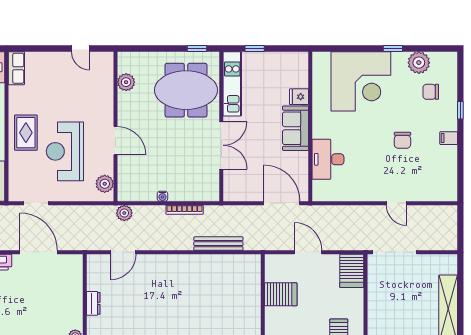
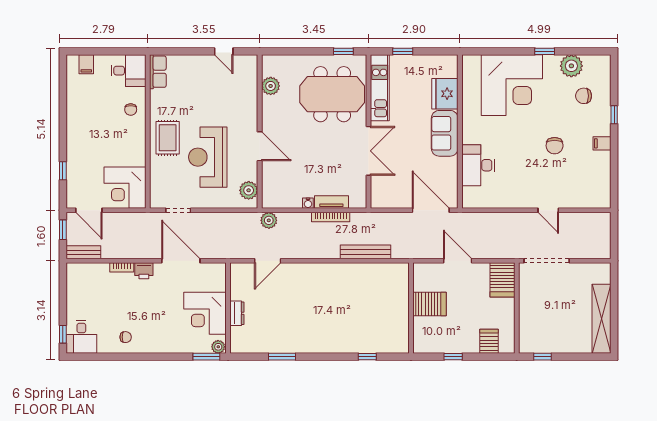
fridge: (299, 97) -> (445, 94), width x1.88, depth x1.34
tv unit: (185, 195) -> (331, 202), added
corner desk: (62, 303) -> (205, 313), added

